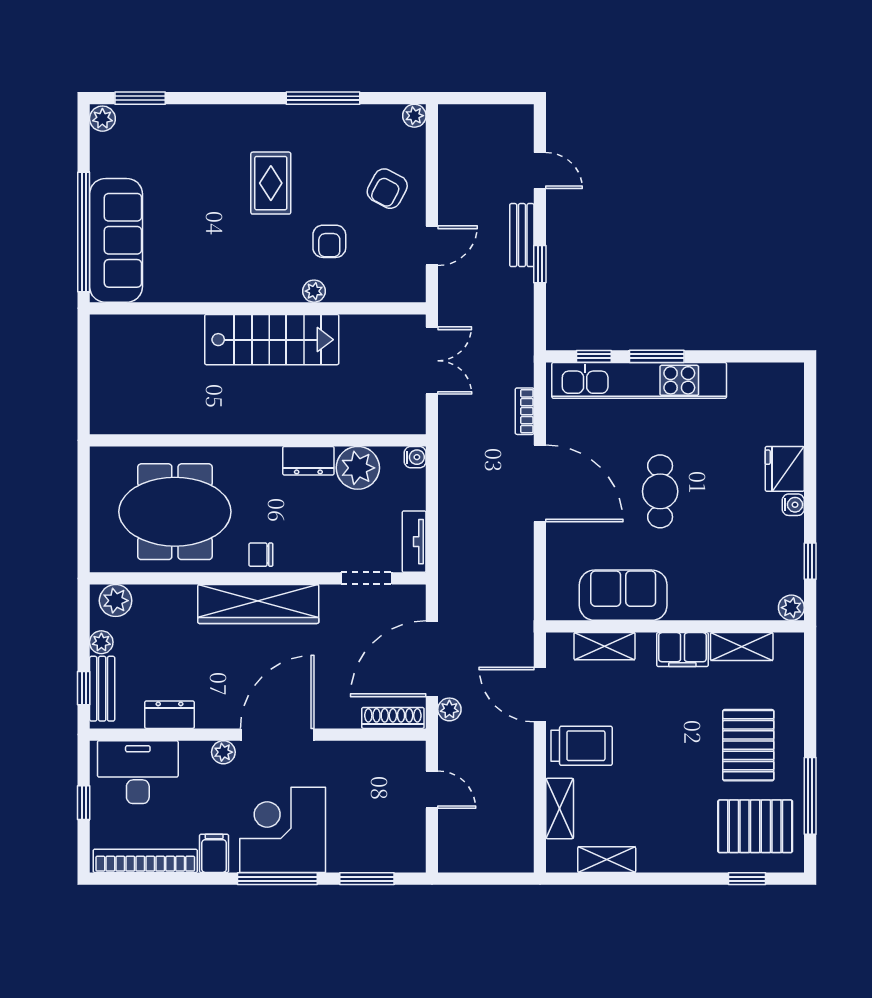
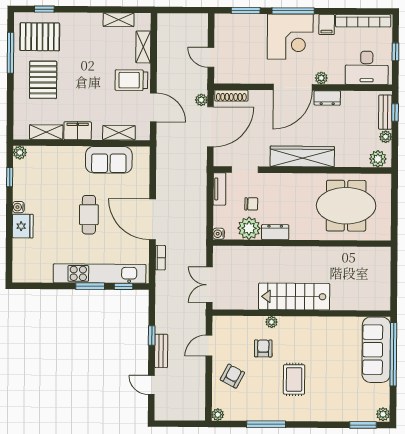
chair: (261, 555) -> (251, 204), moved
dresser: (170, 715) -> (327, 98), moved

